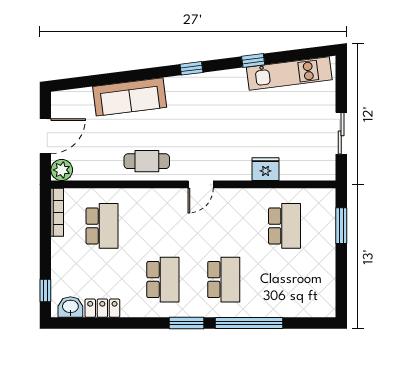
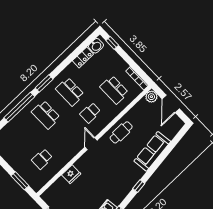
school desk: (163, 226) -> (90, 113), added
school desk: (284, 226) -> (42, 159), width x0.54

